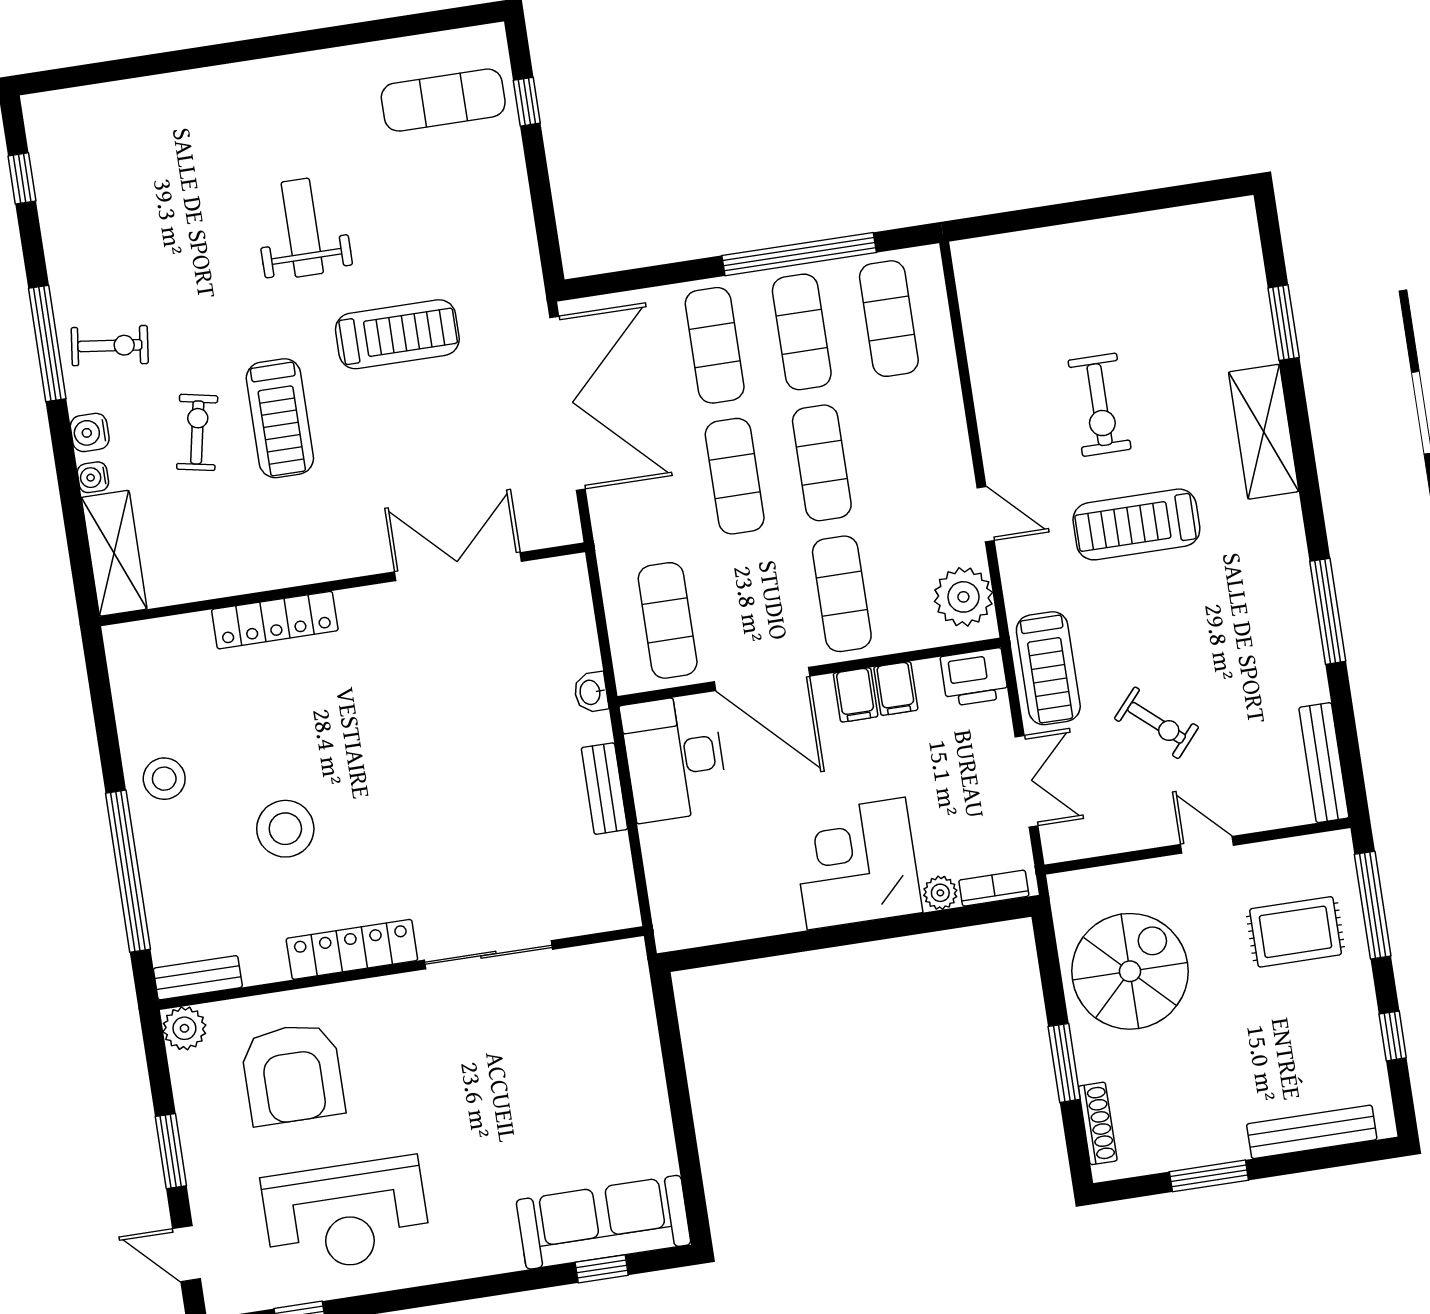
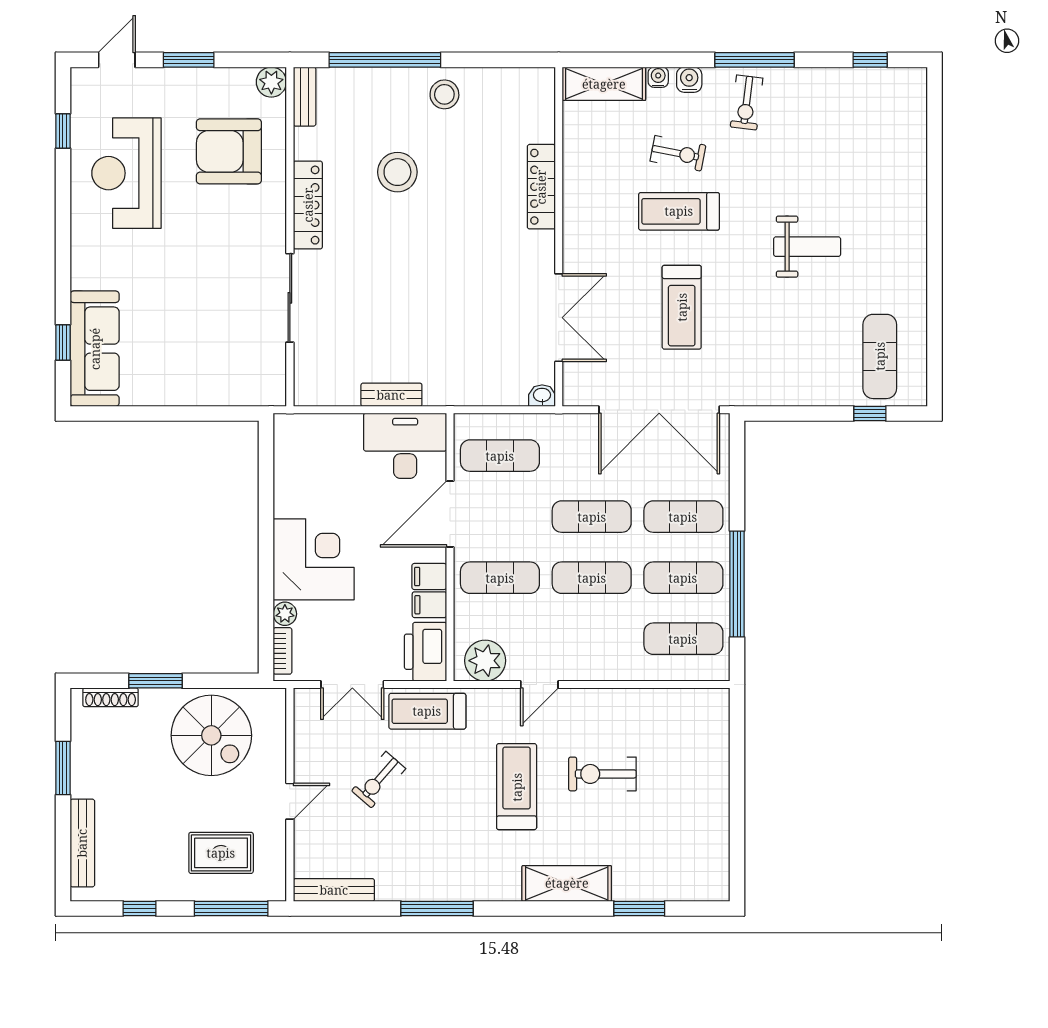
treadmill: (397, 334) -> (682, 307), moved
printer: (974, 677) -> (426, 652), width x1.37, depth x1.19
washbasin: (591, 692) -> (542, 396), moved
rug: (1296, 932) -> (221, 853), turned 90

